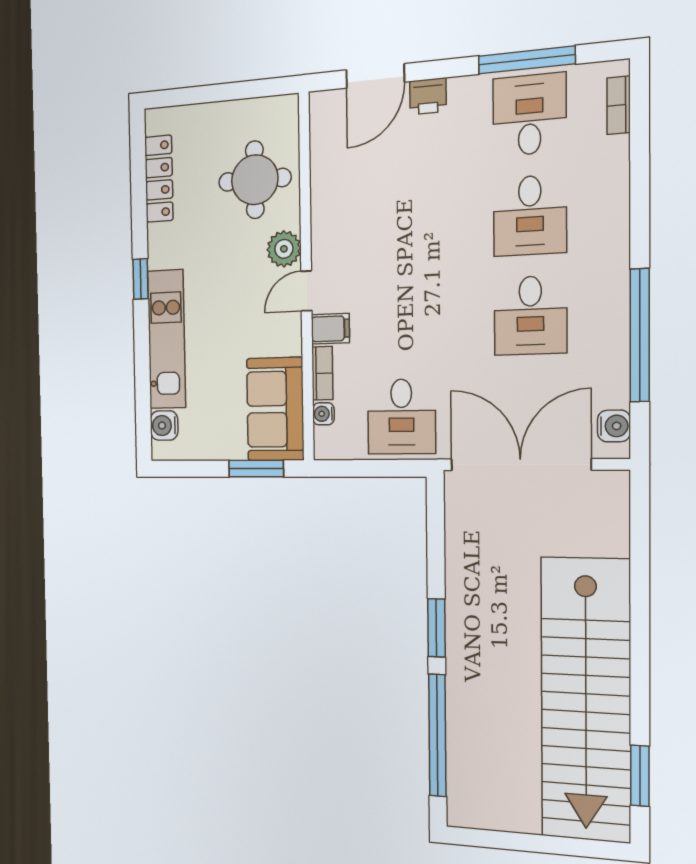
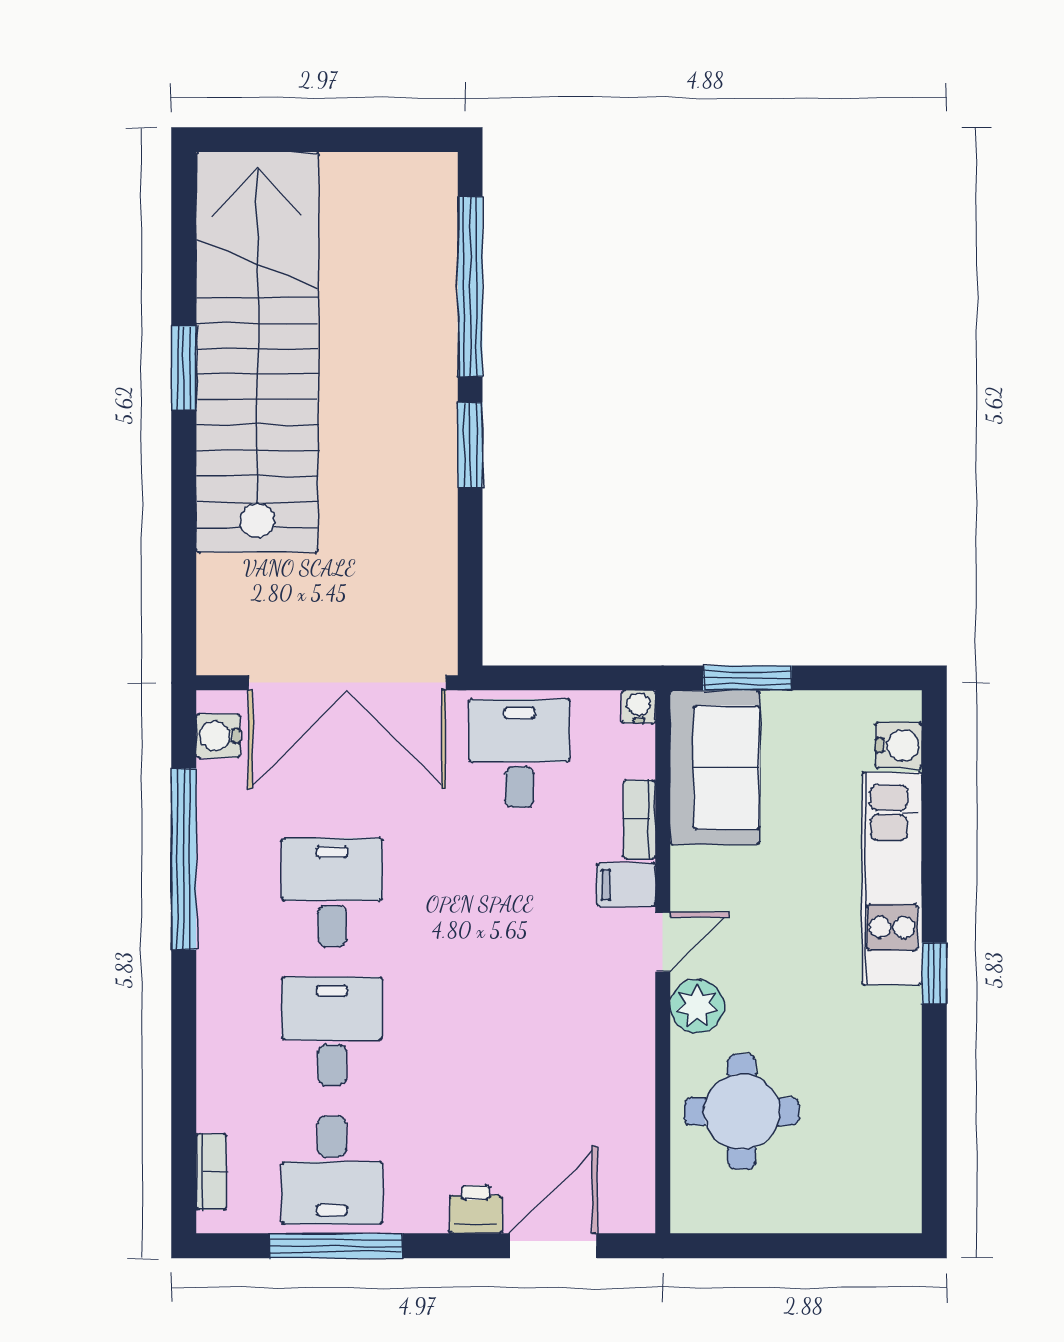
locker: (159, 179) -> (900, 1125), removed
water cooler: (323, 414) -> (639, 707), moved, turned -90
window: (640, 776) -> (184, 368), moved

